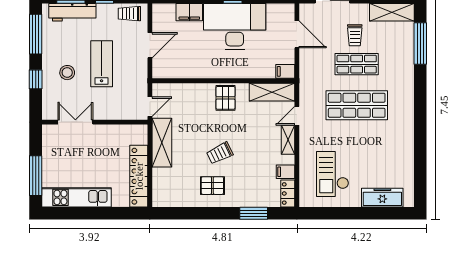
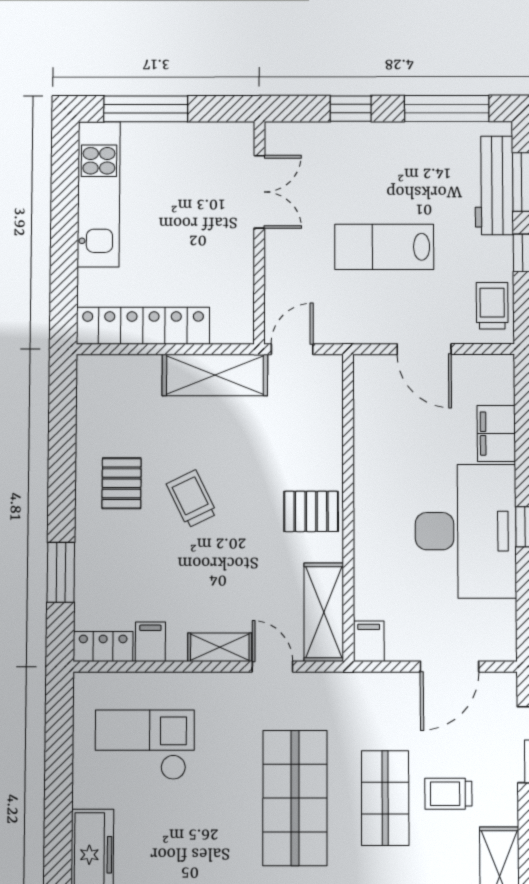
lab bench: (102, 64) -> (384, 247), turned 180
stool: (67, 73) -> (365, 175), removed
door: (150, 107) -> (292, 349), swing flipped

